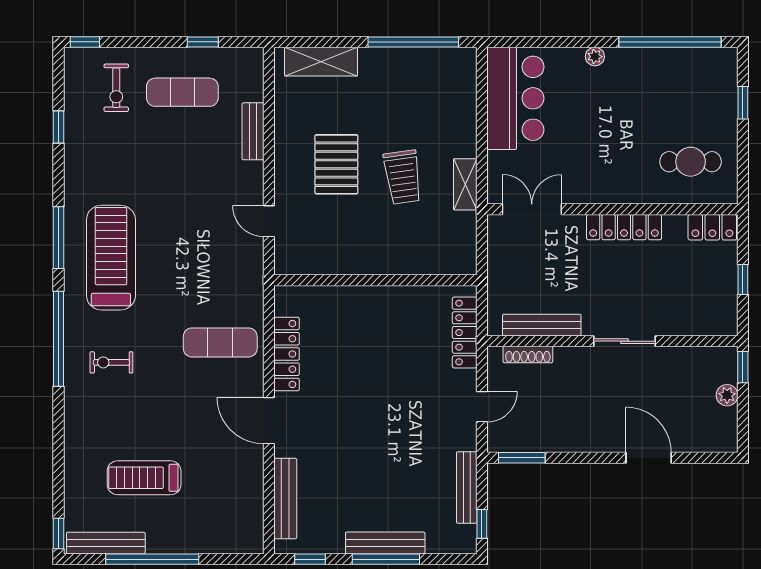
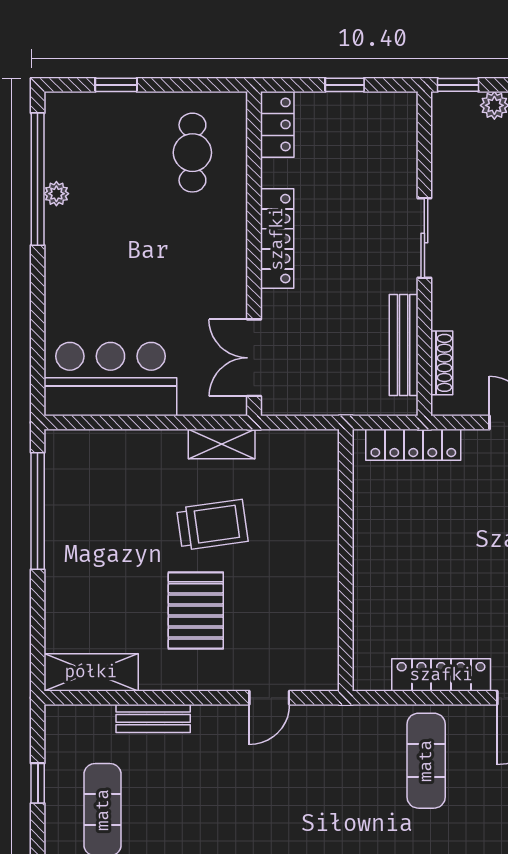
plant: (595, 57) -> (56, 194), moved
shelving: (321, 62) -> (91, 672), moved, turned 90
pallet: (336, 164) -> (196, 610), turned 90

